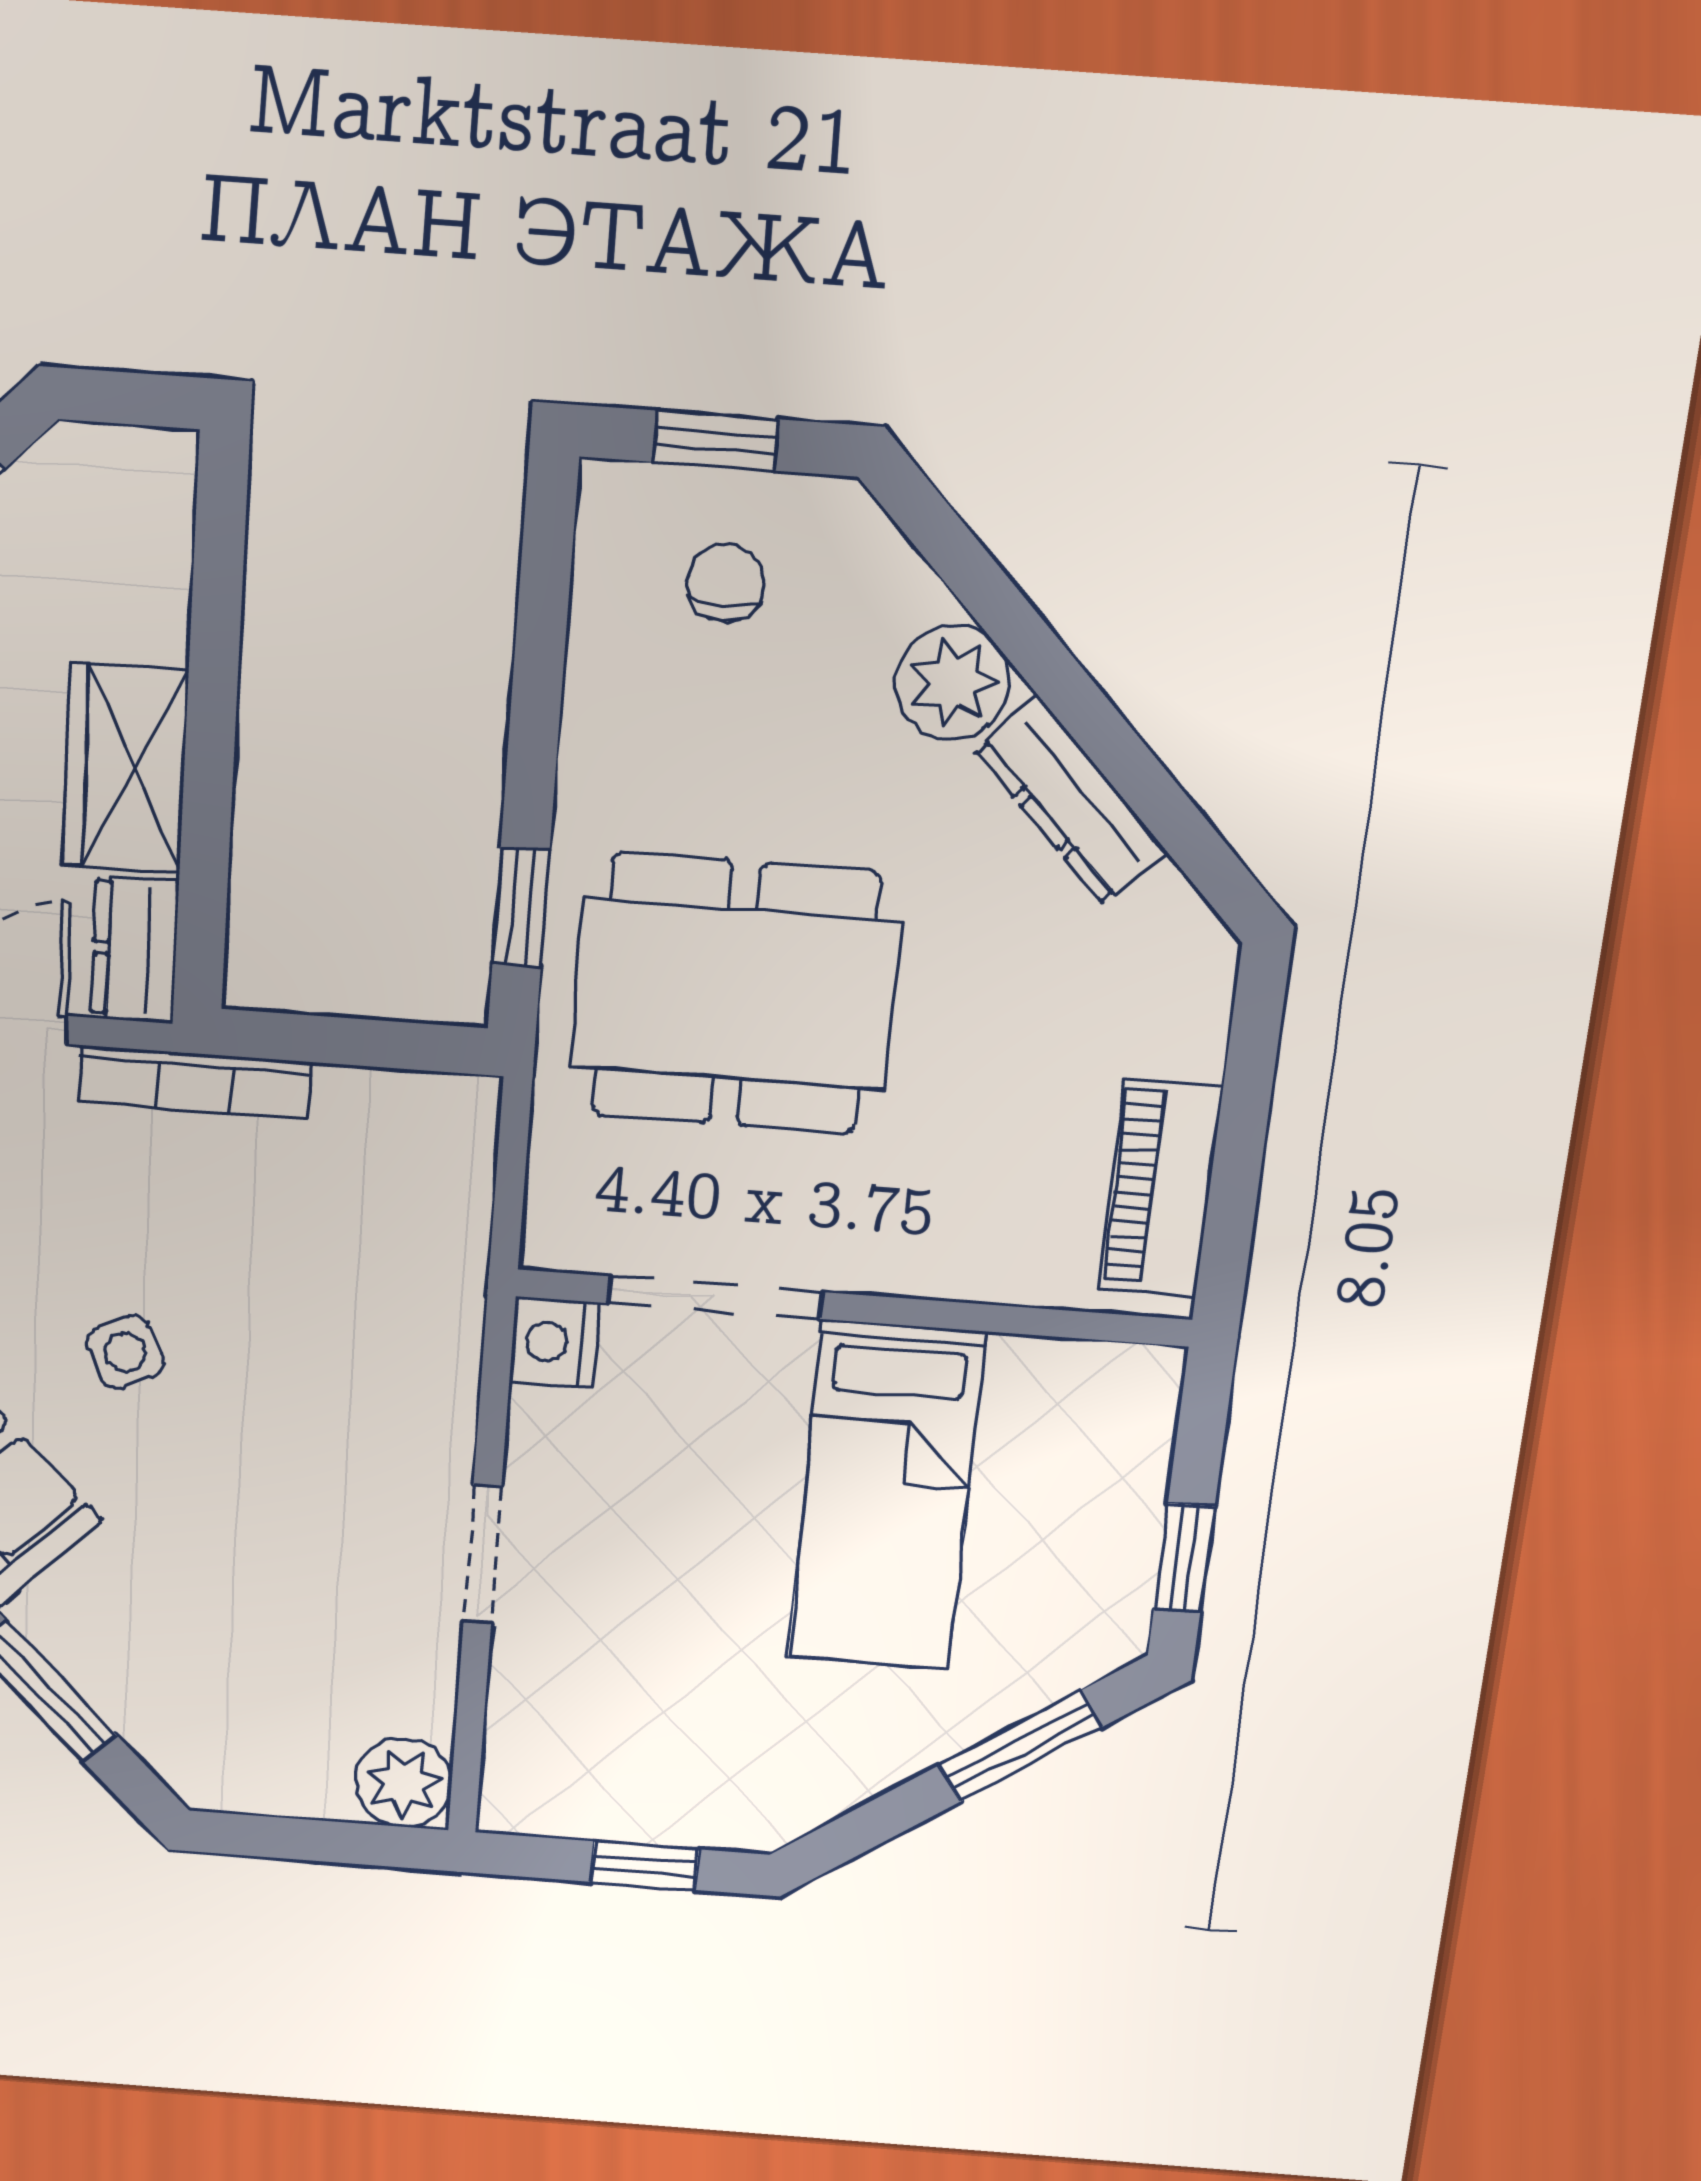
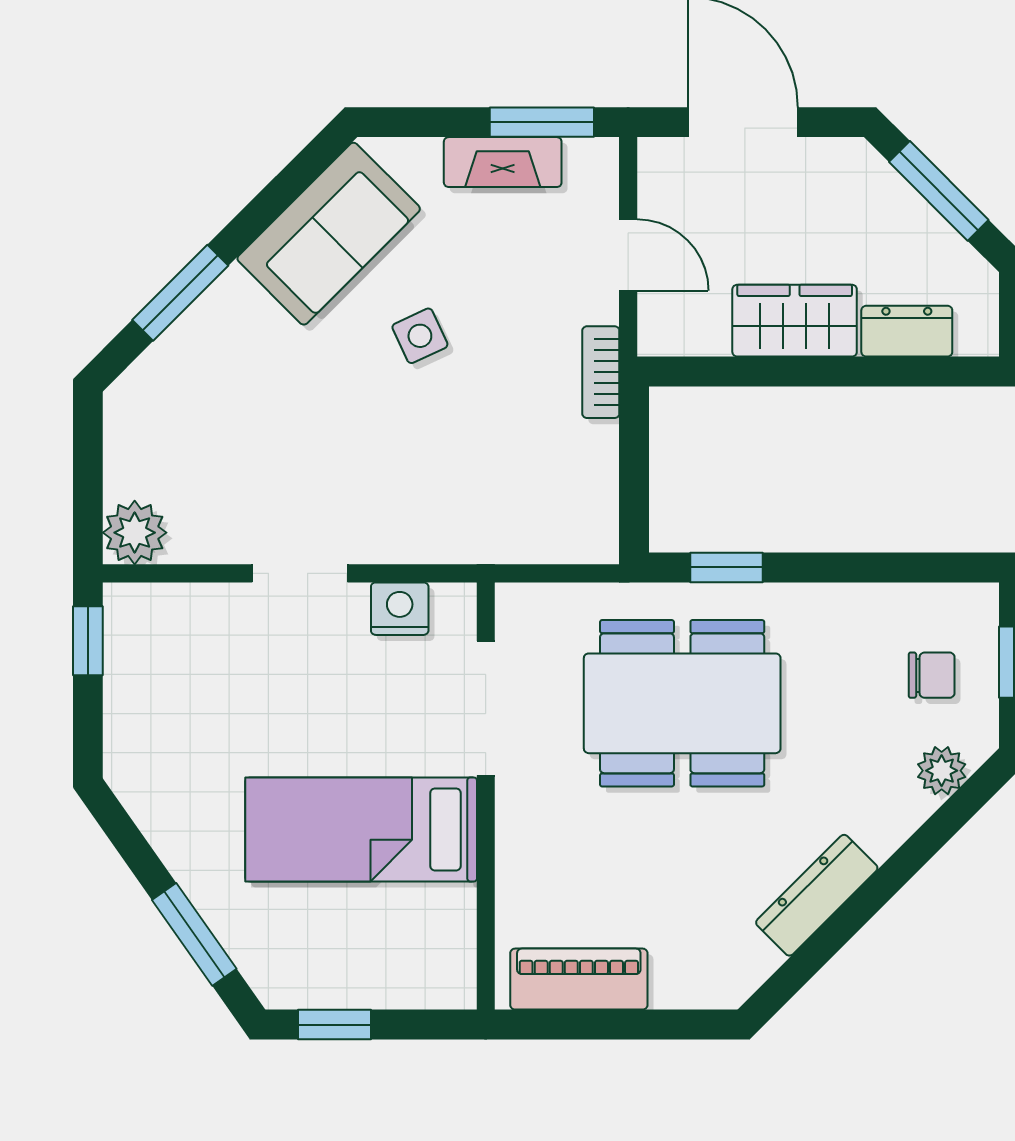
plant: (953, 682) -> (942, 771), moved, width x0.73, depth x0.73
dresser: (135, 949) -> (907, 331), moved
dining table: (735, 994) -> (682, 703), turned 90
bookcase: (195, 1082) -> (601, 372), width x0.64
nightstand: (554, 1342) -> (400, 609), moved
window: (645, 1866) -> (88, 641), moved

